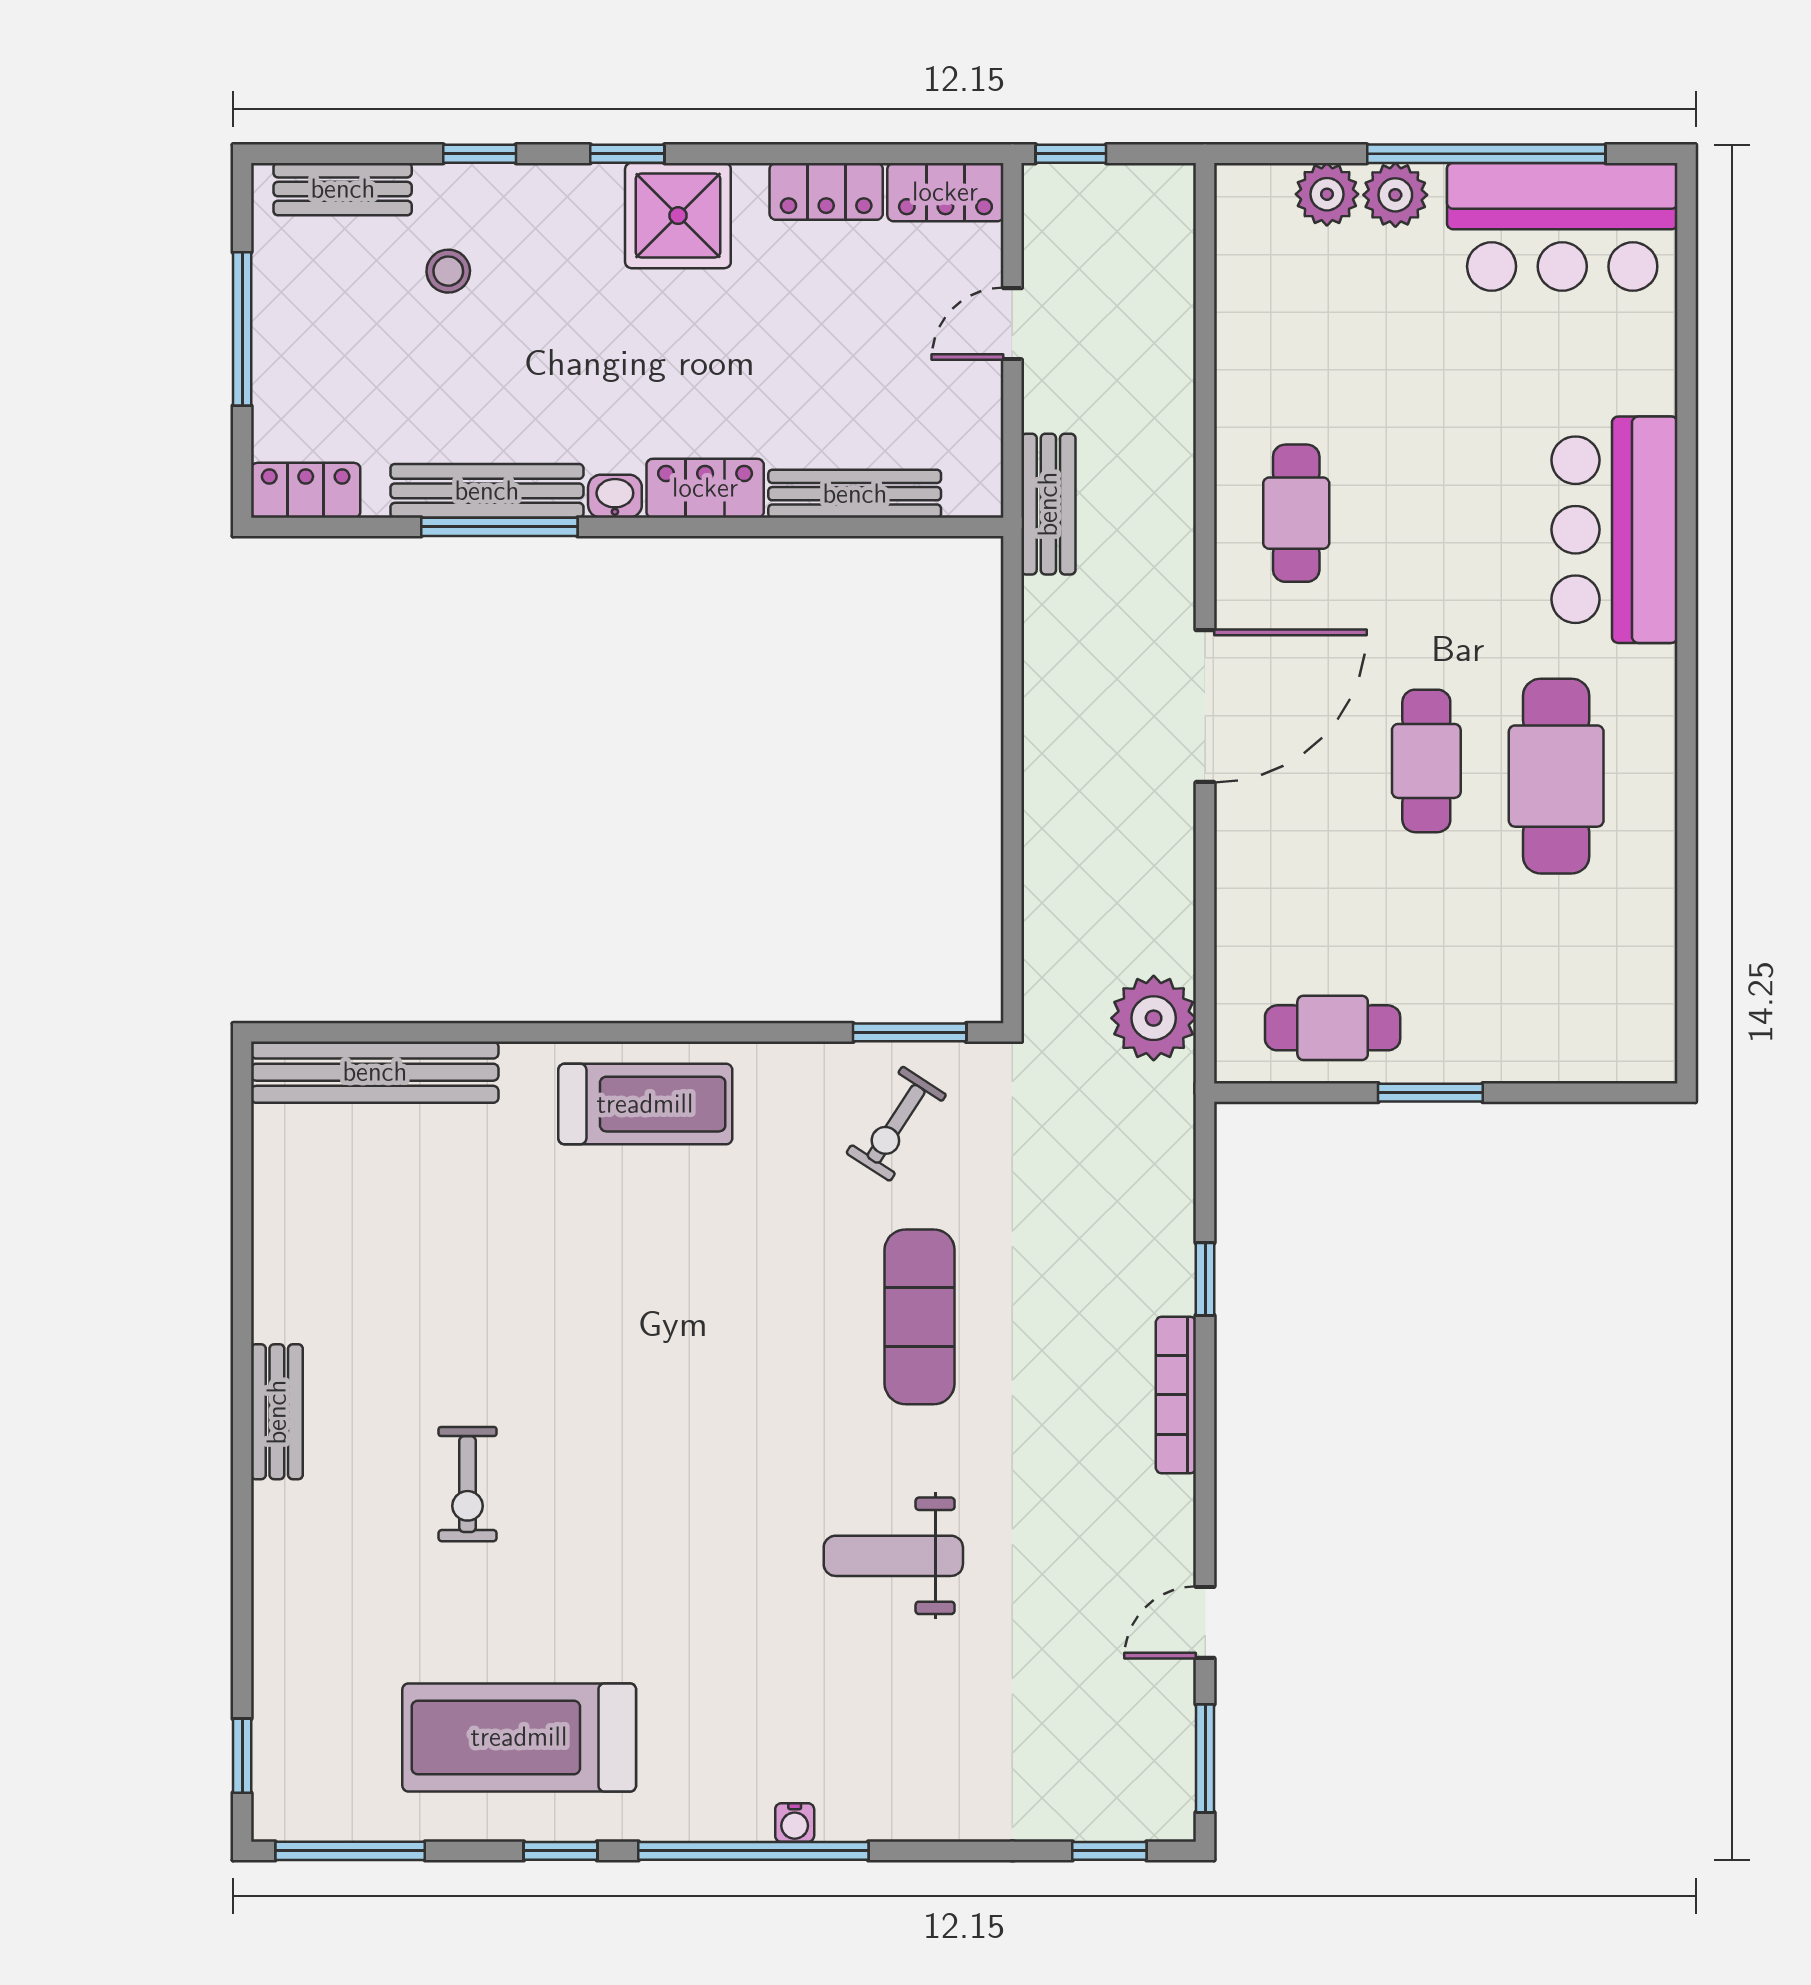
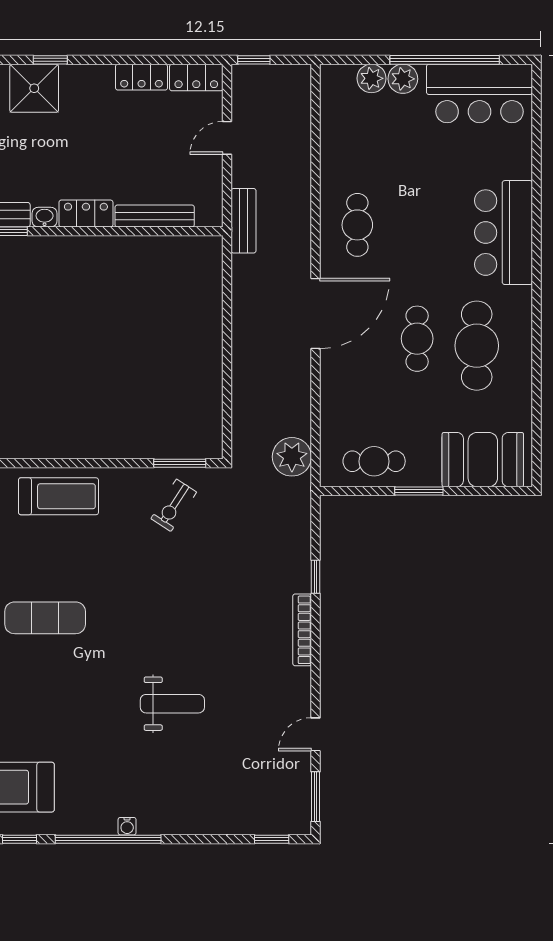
shower: (678, 216) -> (34, 88), moved
booth: (1569, 1024) -> (483, 460), added
exercise mat: (920, 1317) -> (45, 618), moved, turned 90
weight bench: (893, 1556) -> (172, 704), turned 180

